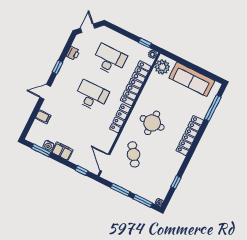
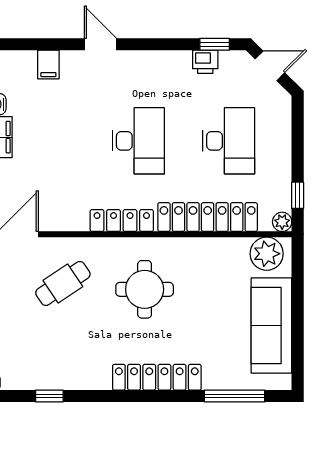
window: (57, 67) -> (215, 44), moved

